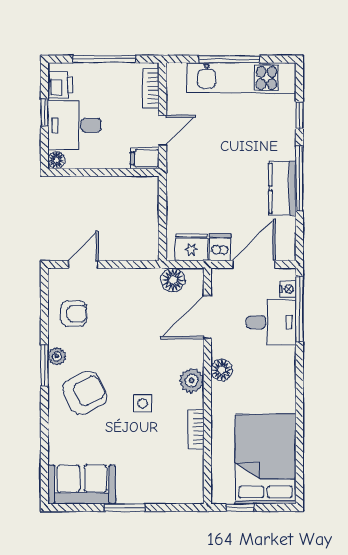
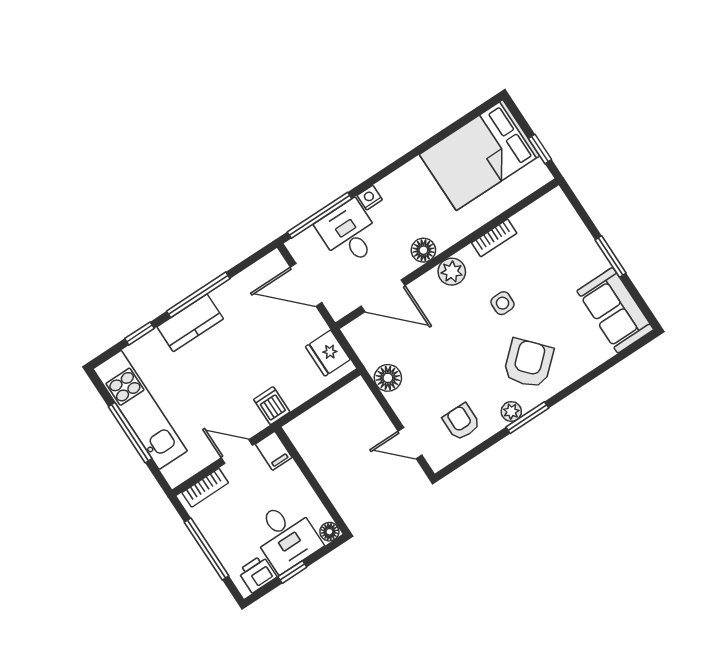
kitchen counter: (282, 188) -> (190, 323), moved
dishwasher: (220, 247) -> (272, 406), moved, turned 90
floor lamp: (173, 280) -> (388, 378), moved
nightstand: (288, 289) -> (370, 198), moved
armchair: (85, 393) -> (528, 363), turned 75

